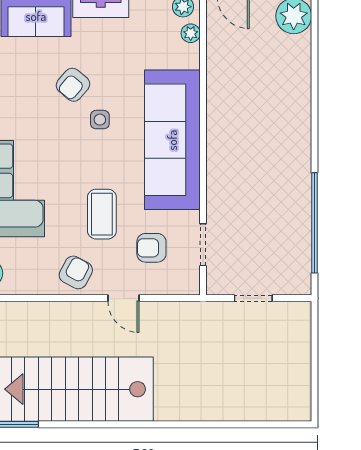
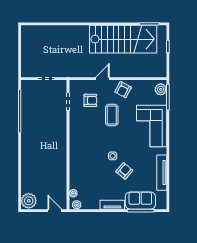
sofa: (172, 140) -> (81, 147), removed
door: (123, 298) -> (102, 79), hinge flipped

